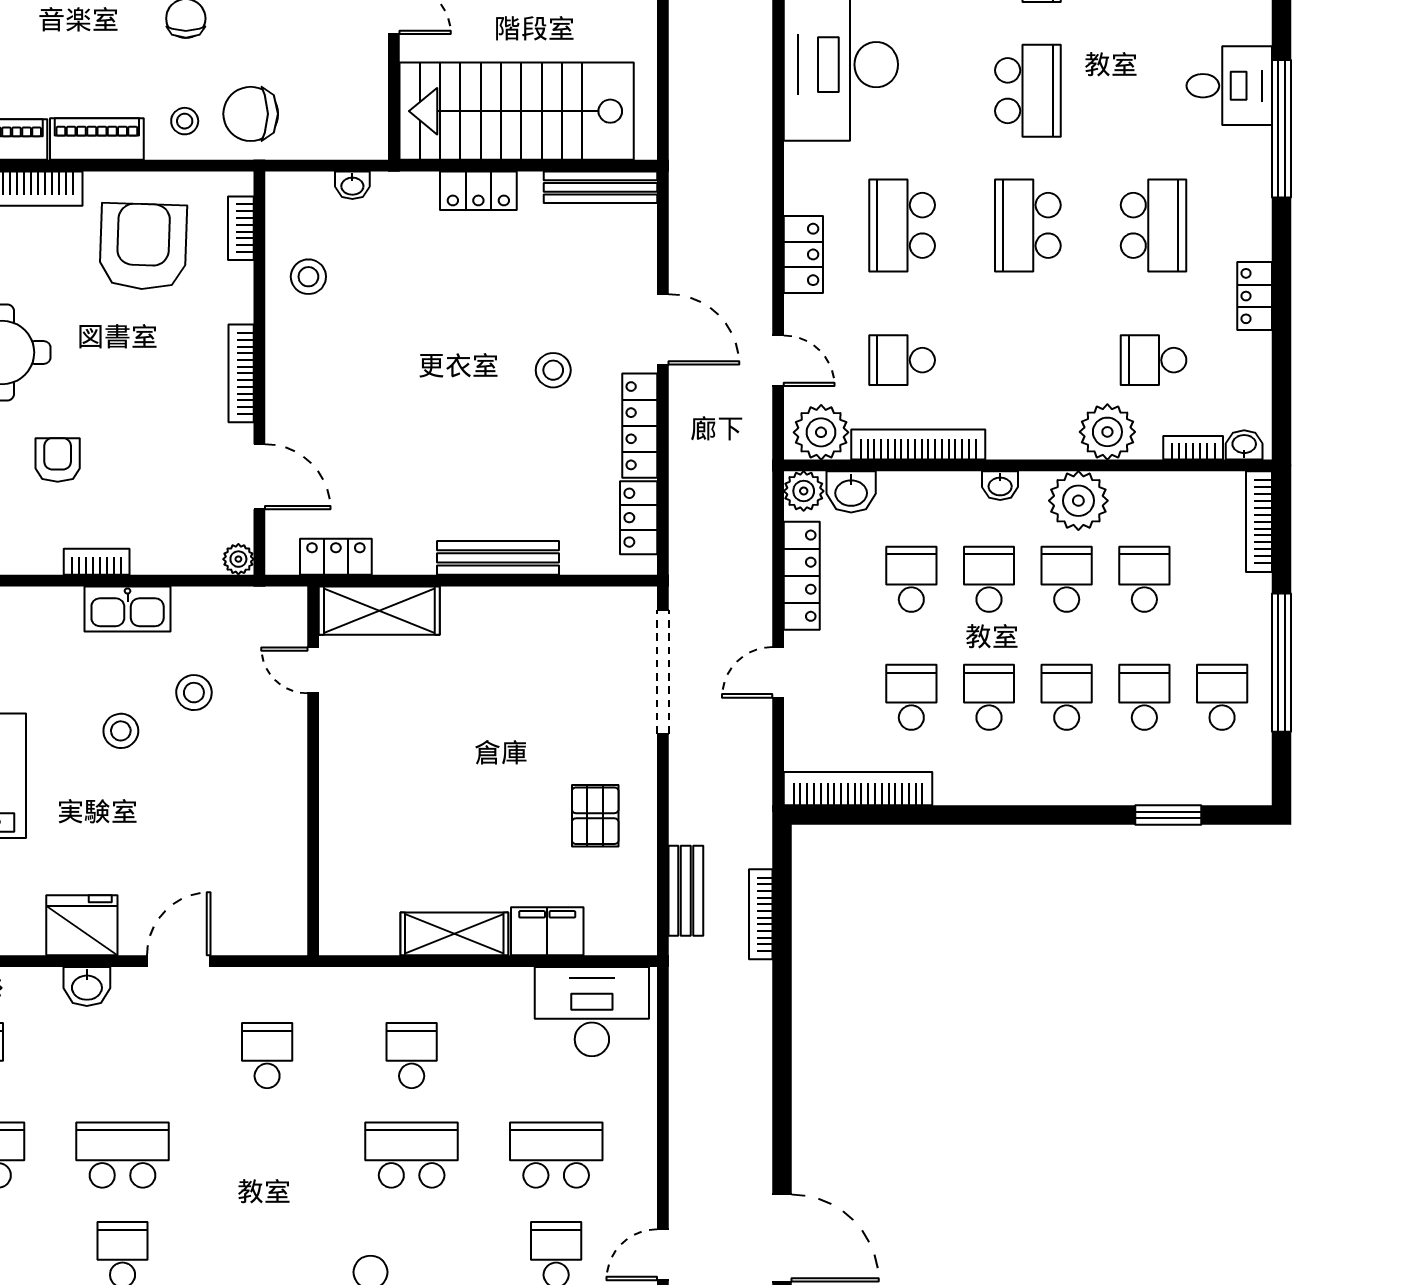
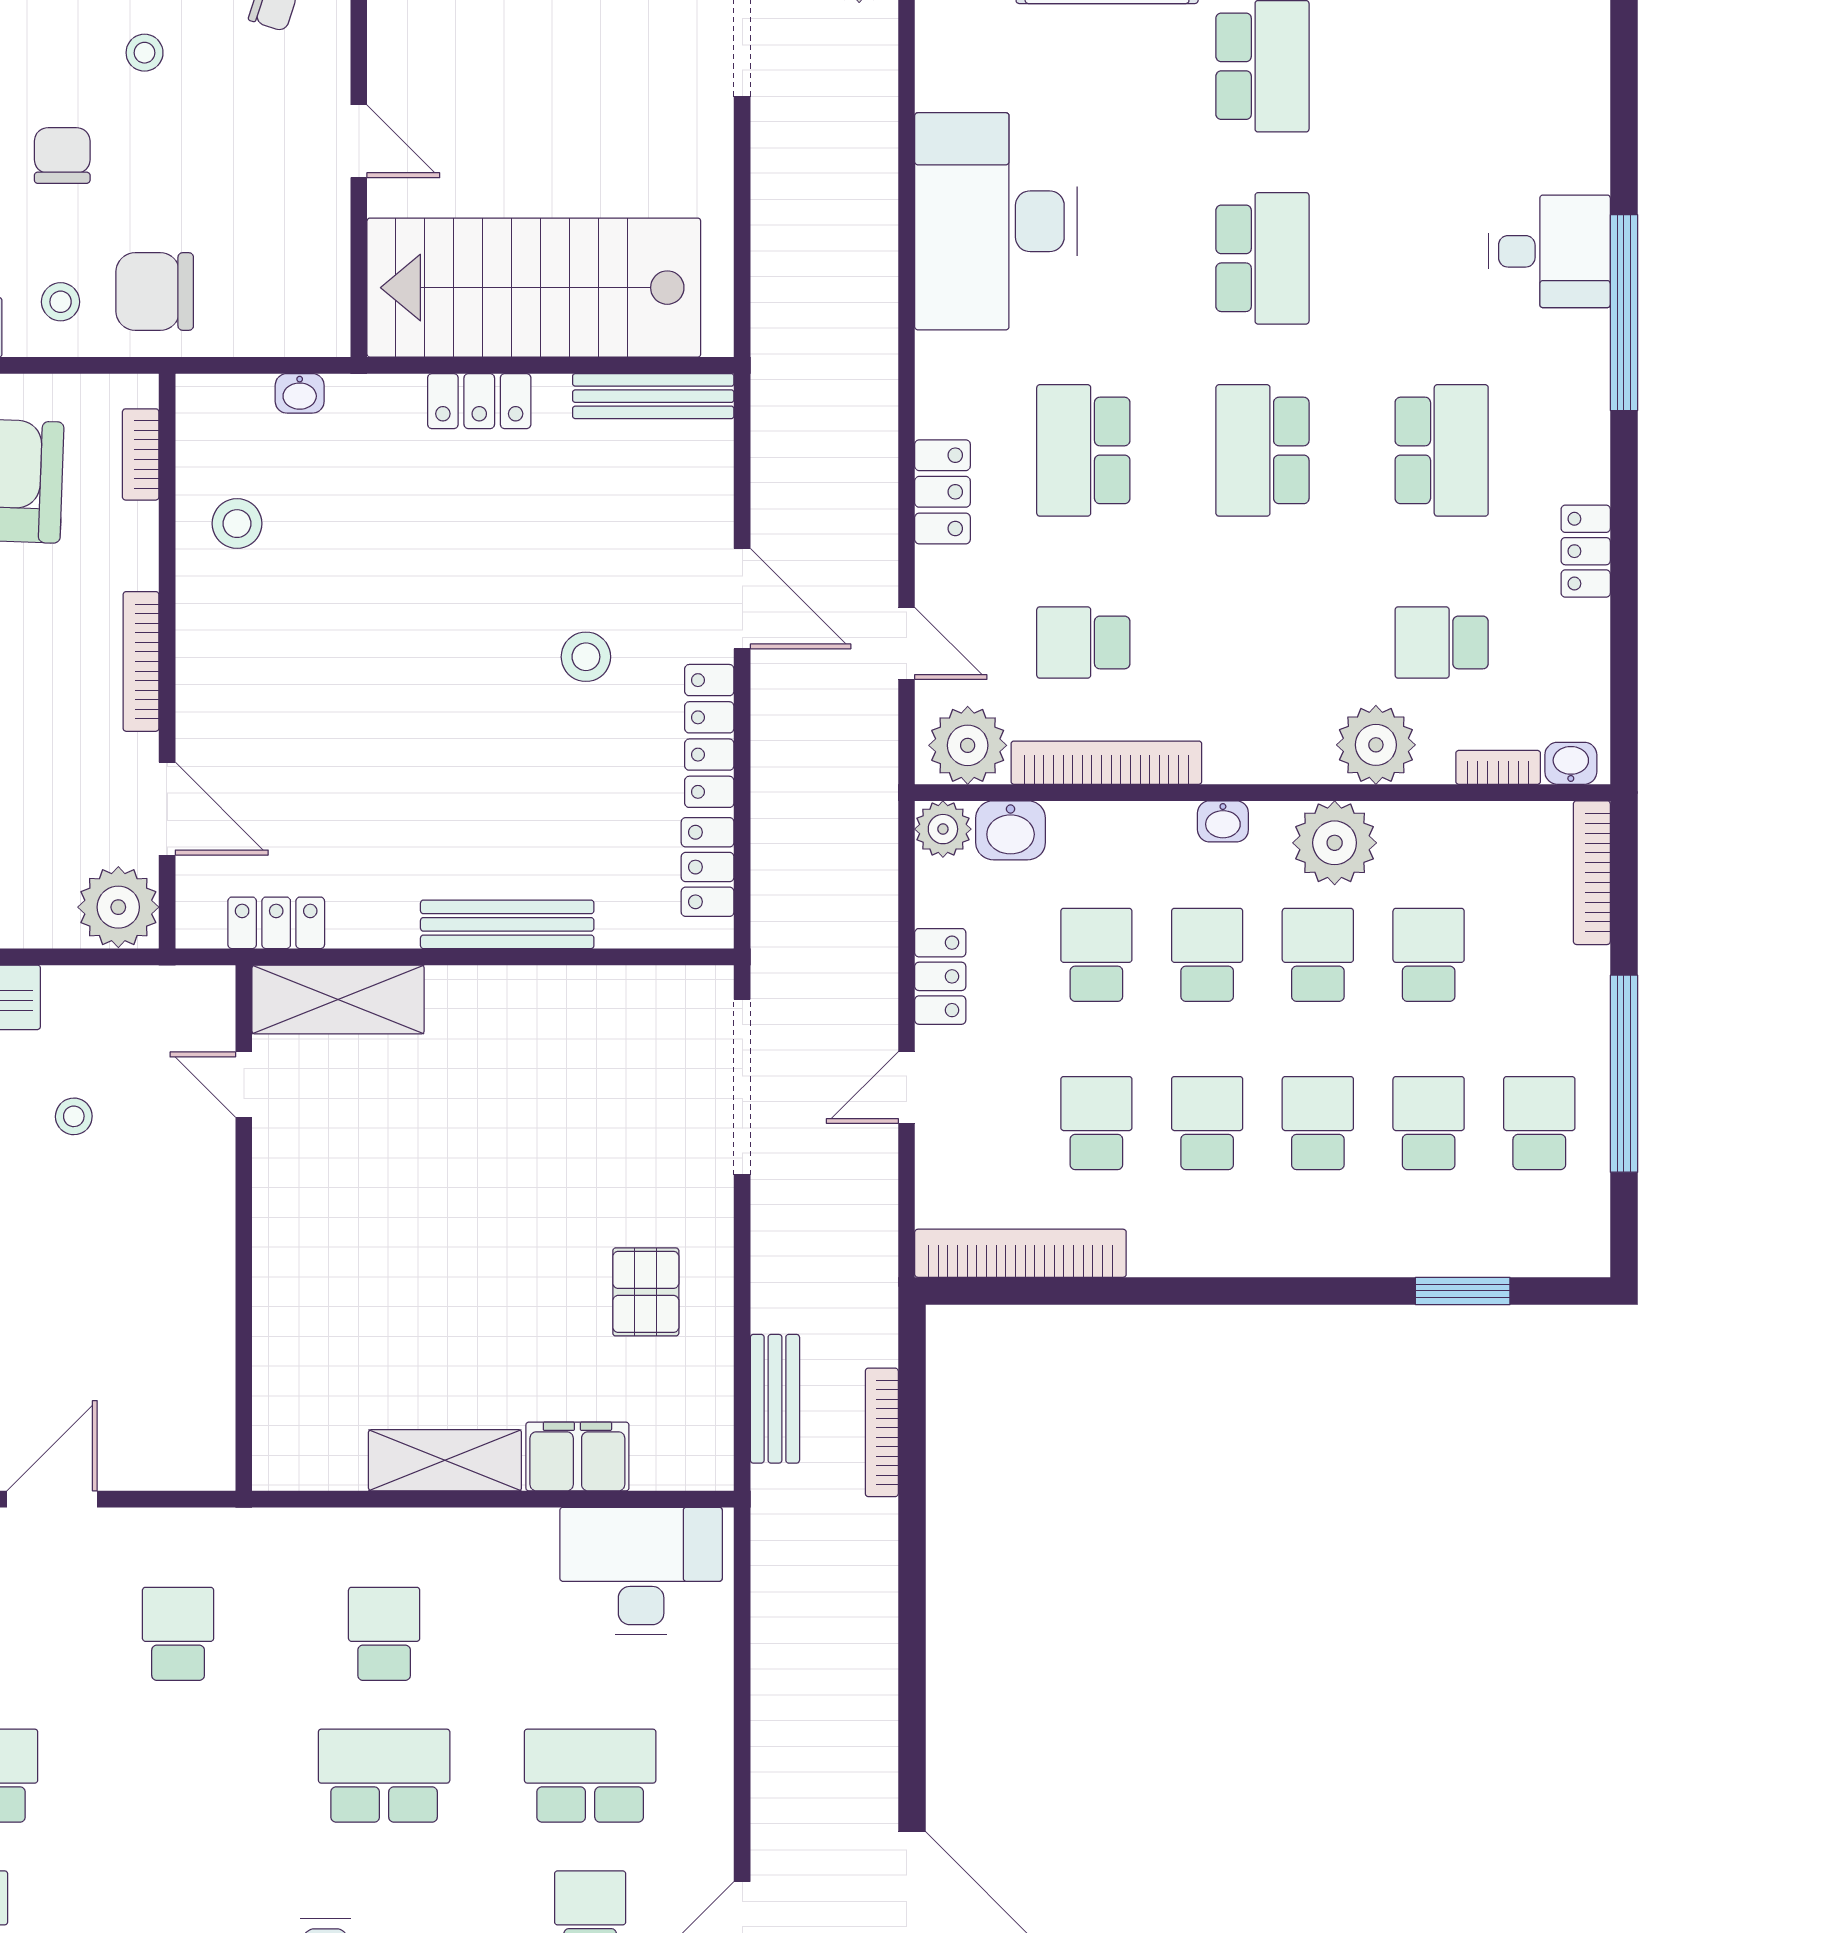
plant: (238, 559) -> (118, 907), width x1.88, depth x1.88
locker: (802, 576) -> (940, 976), width x0.66
stool: (194, 693) -> (74, 1116), width x0.73, depth x0.73

